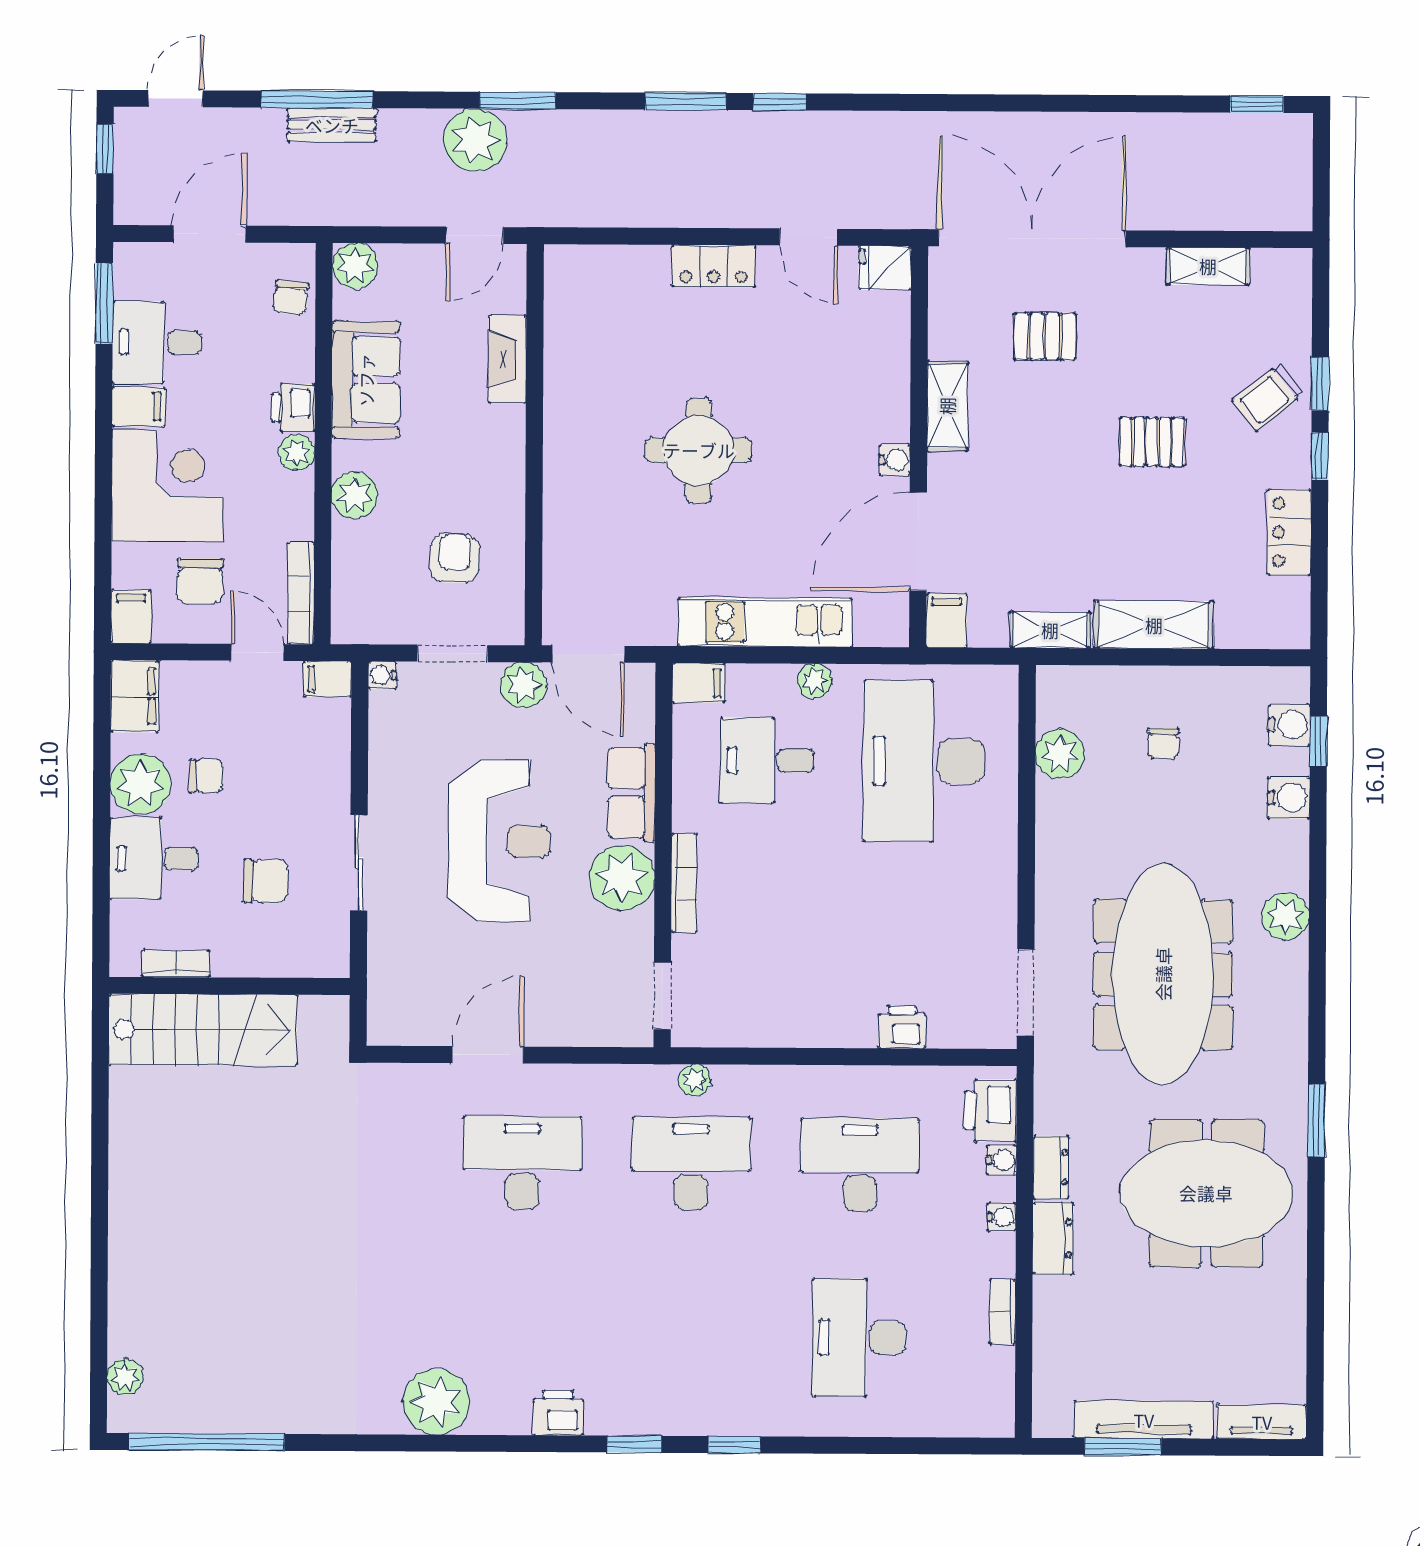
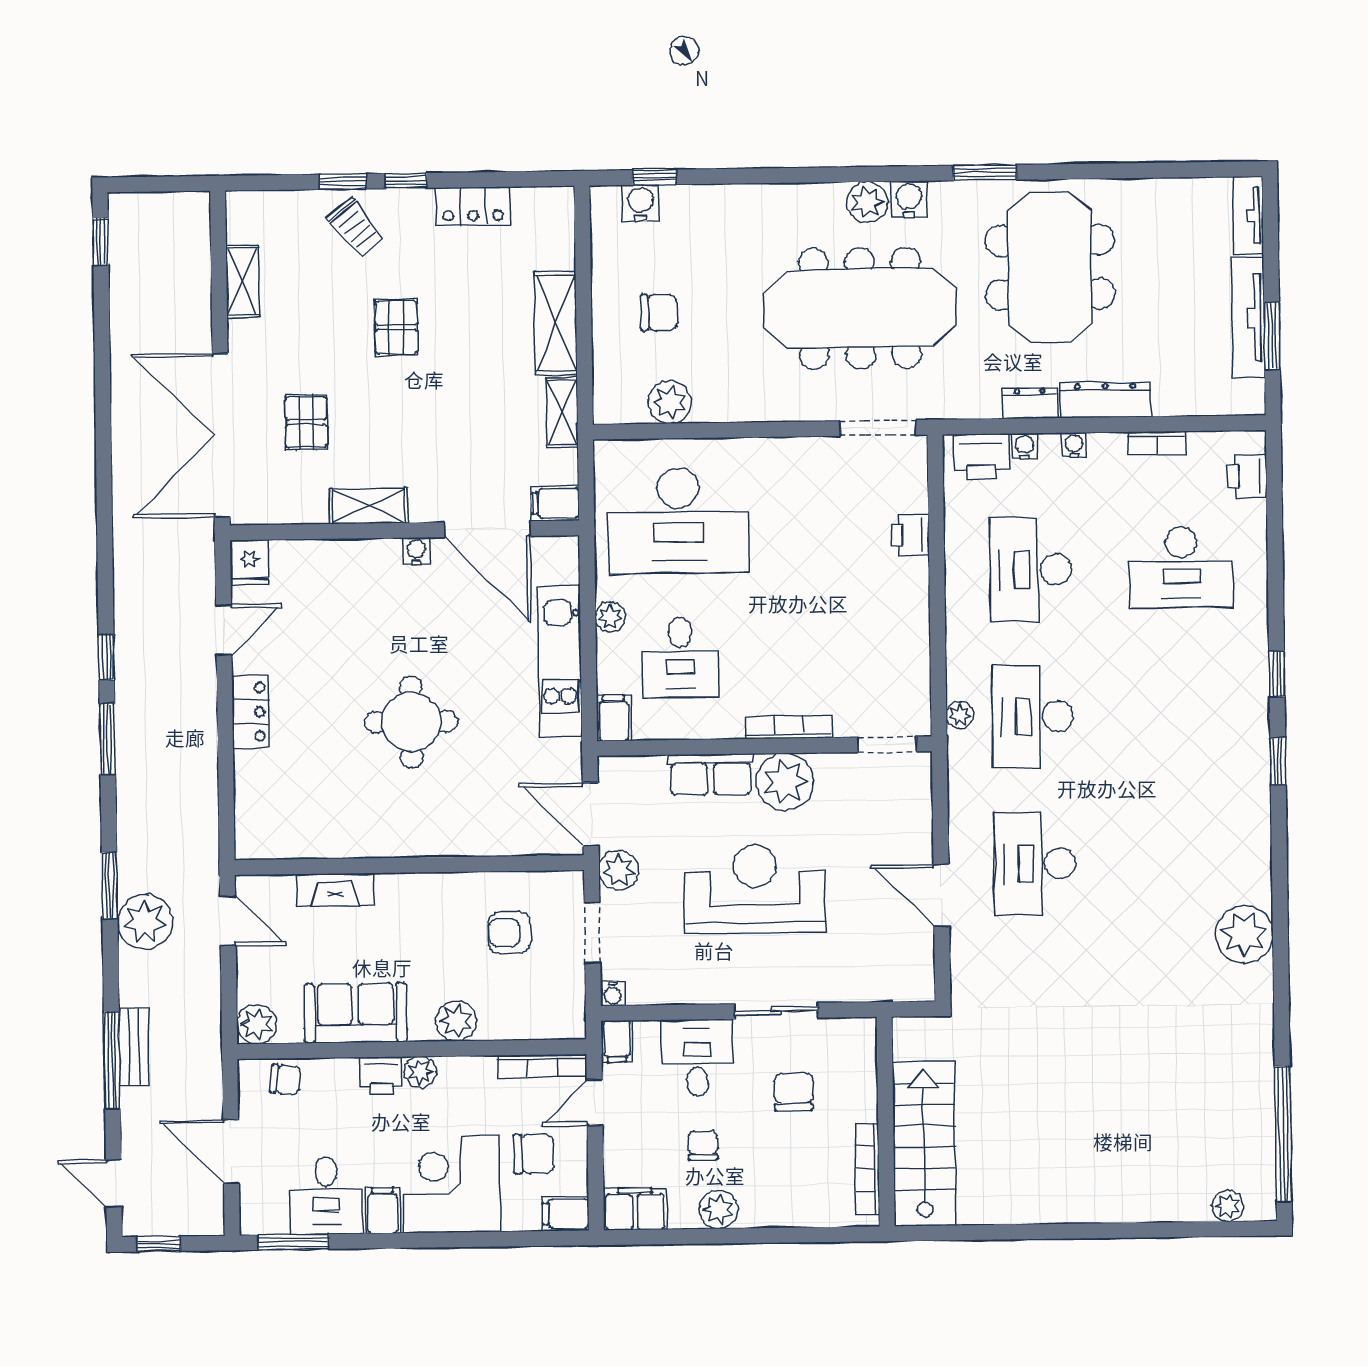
door: (588, 654) -> (591, 814), swing flipped
chair: (1163, 743) -> (659, 312), width x1.37, depth x1.37
plant: (140, 784) -> (718, 1209), width x0.73, depth x0.73
water cooler: (1289, 798) -> (909, 199), moved
desk: (154, 859) -> (697, 1058), moved, turned 180
plant: (1286, 916) -> (867, 202), moved
bookcase: (176, 964) -> (867, 1169), width x1.56
dresser: (1053, 1238) -> (1105, 400), width x1.44
printer: (558, 1413) -> (1247, 476), moved

